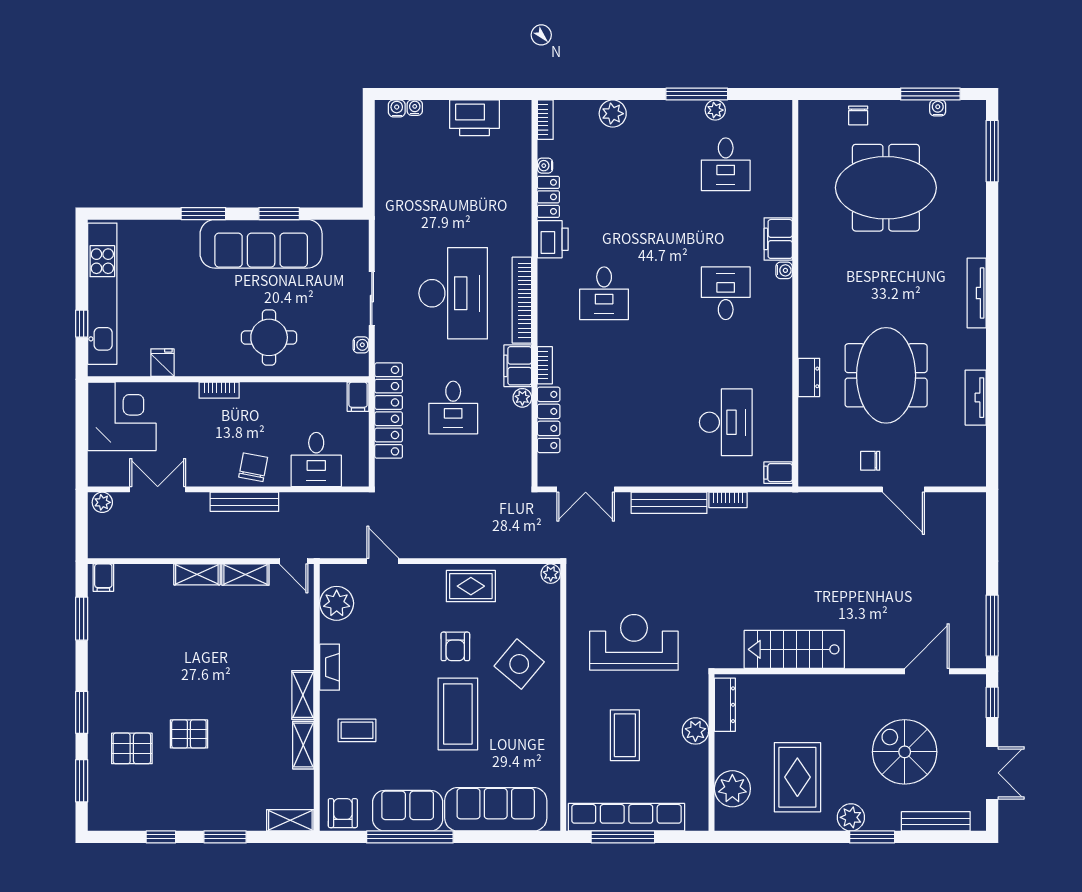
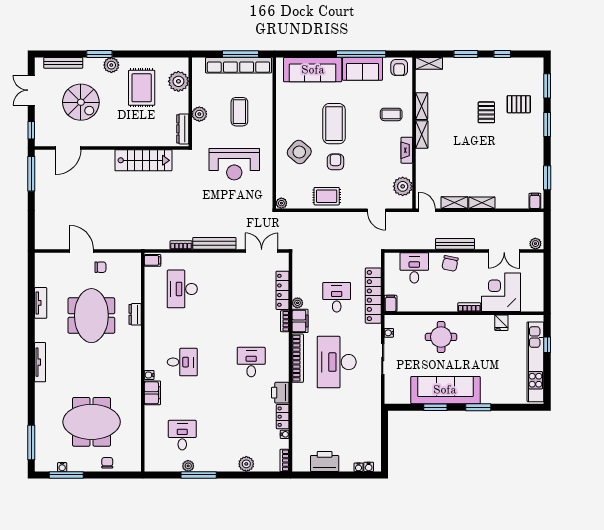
desk: (726, 293) -> (182, 362), turned -90
corner desk: (122, 416) -> (501, 292), moved, turned 90
pallet: (189, 734) -> (486, 112), turned 90

